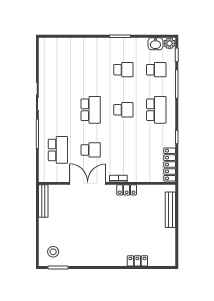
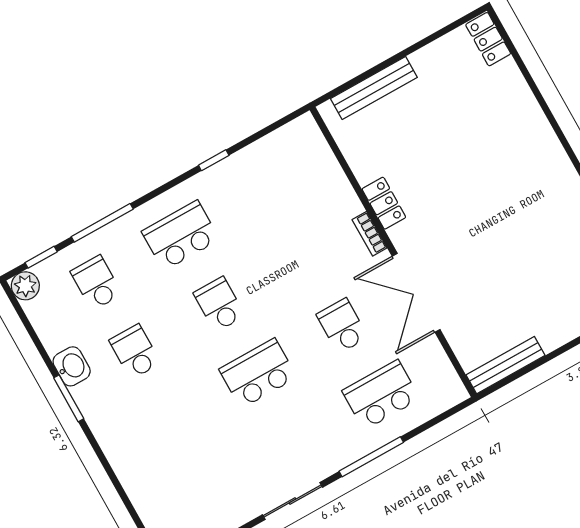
washbasin: (155, 44) -> (72, 366), moved
locker: (170, 165) -> (280, 143), removed
locker: (137, 261) -> (488, 39), moved

